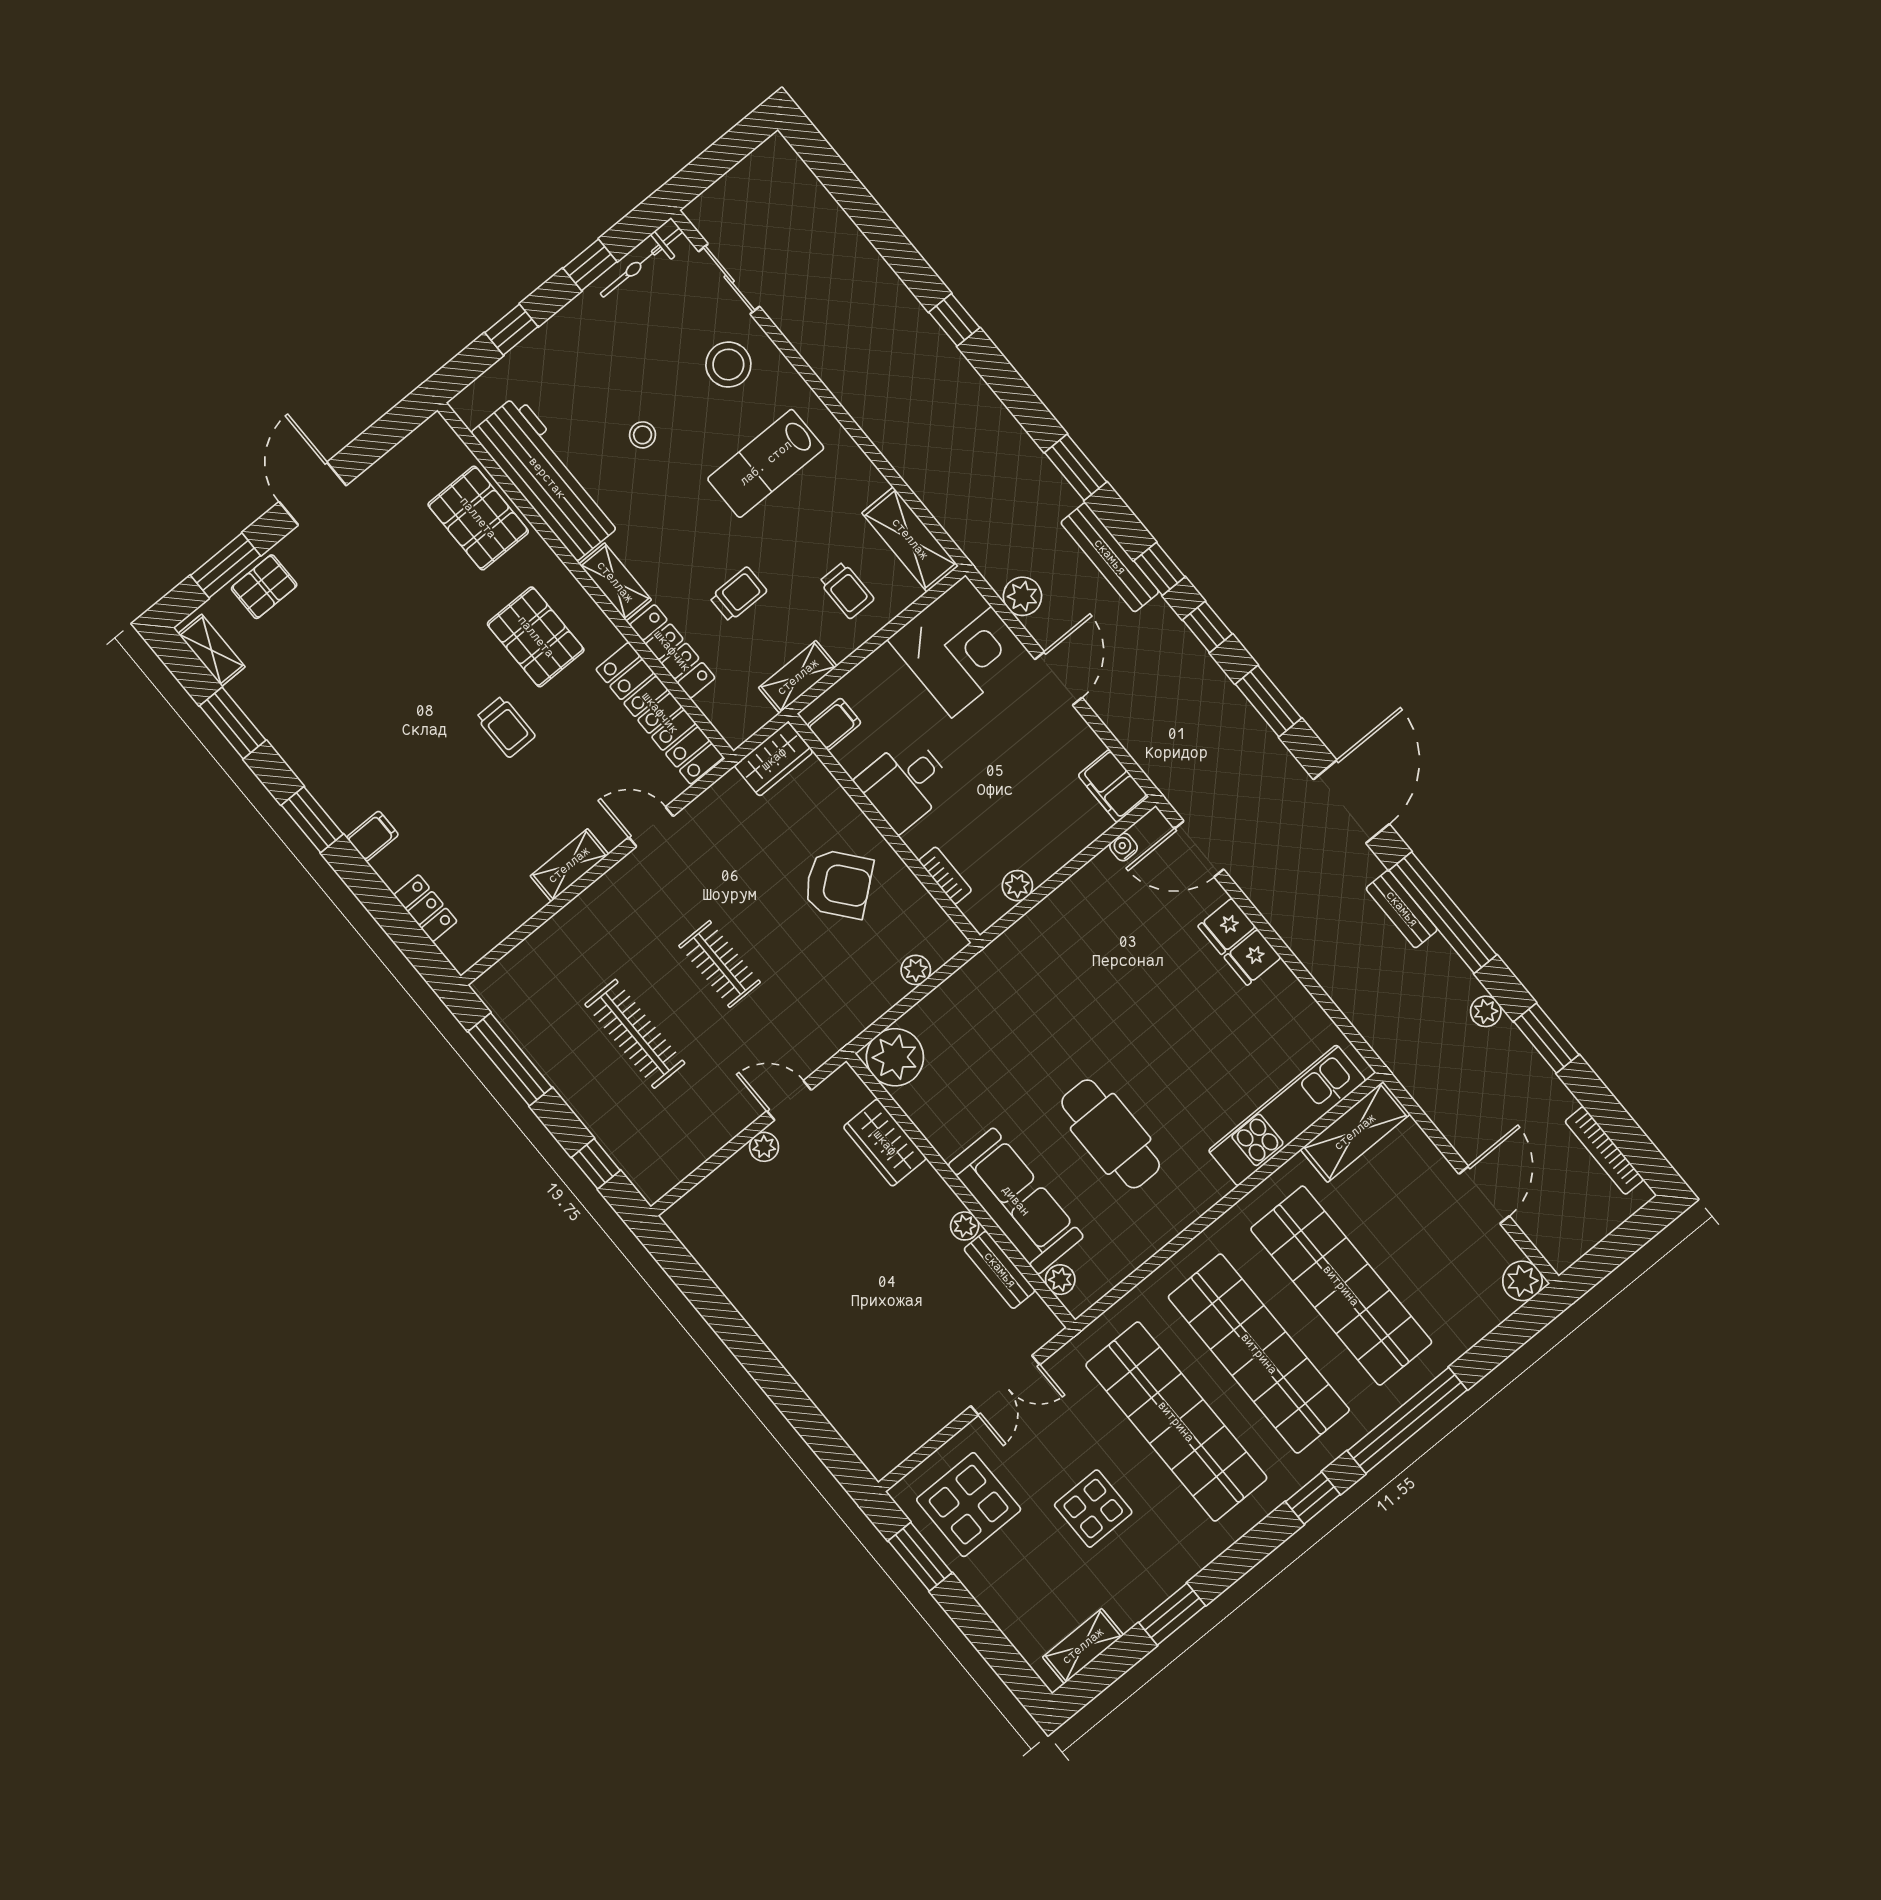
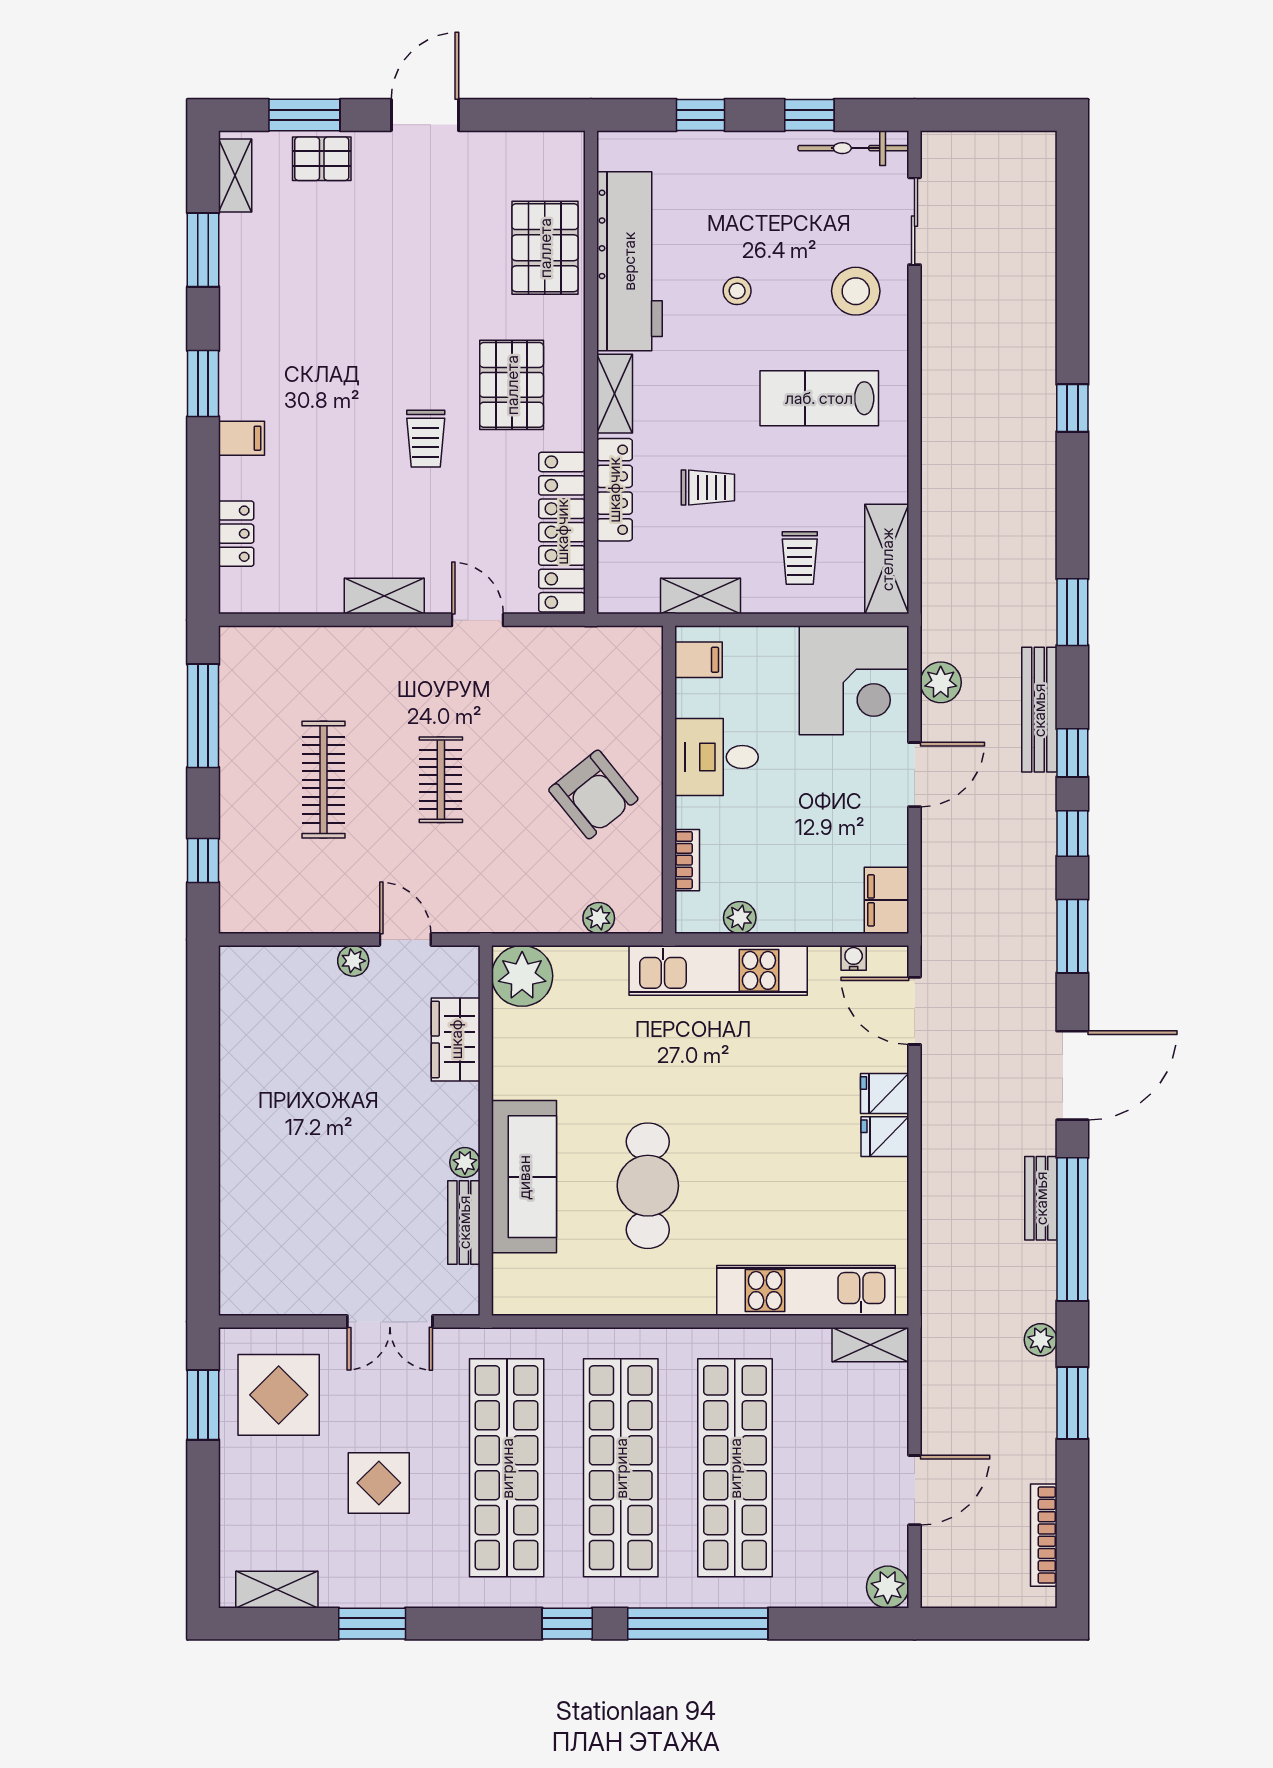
wardrobe: (774, 759) -> (625, 647), removed
kitchen unit: (1033, 937) -> (718, 970), added
shelving: (1355, 1132) -> (870, 1345), width x0.67, depth x0.75
plant: (1060, 1280) -> (507, 1272), removed

